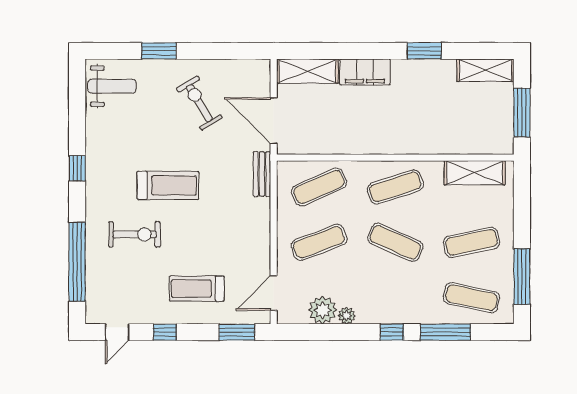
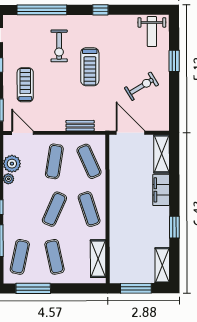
door: (274, 121) -> (130, 133), hinge flipped
bench: (262, 174) -> (80, 126), moved
exercise mat: (319, 242) -> (54, 161), turned 30

